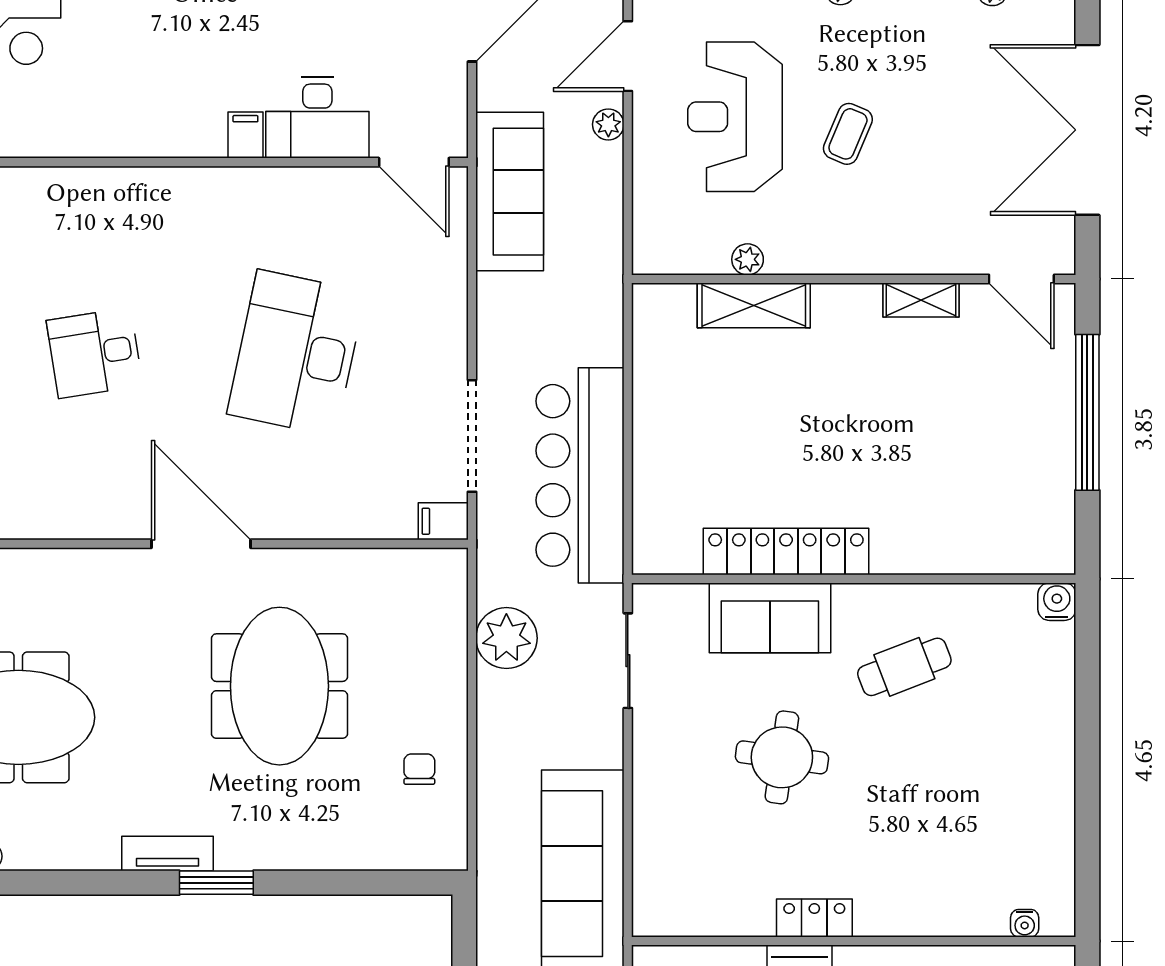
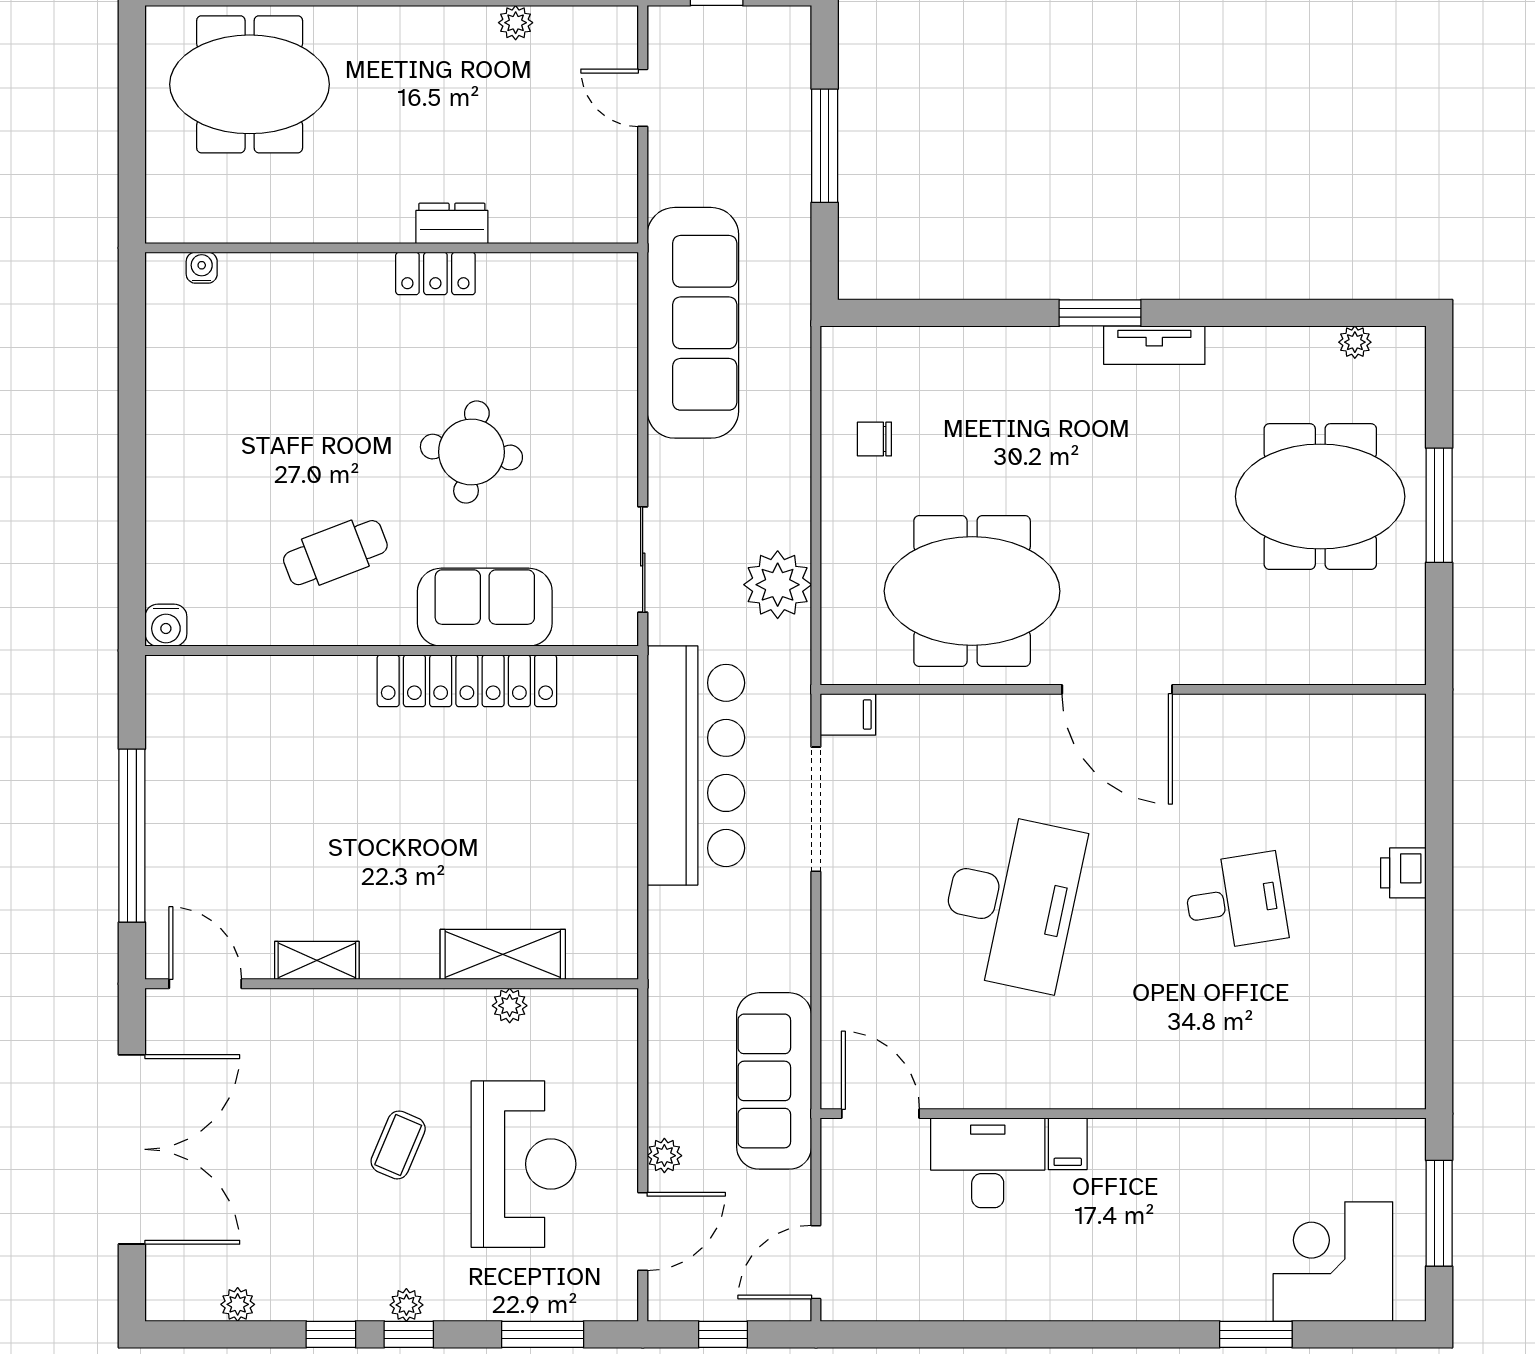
meeting table: (279, 686) -> (972, 591), moved, turned 90
chair: (419, 769) -> (874, 439), turned 90

